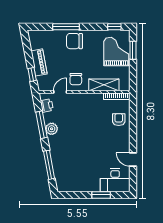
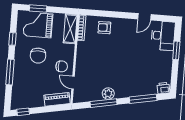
window: (114, 27) -> (13, 39), moved
chair: (74, 41) -> (38, 56), moved
piano: (39, 62) -> (57, 99), moved
window: (32, 74) -> (23, 112), moved
shelving: (104, 85) -> (70, 29), moved
printer: (47, 106) -> (163, 88), moved

